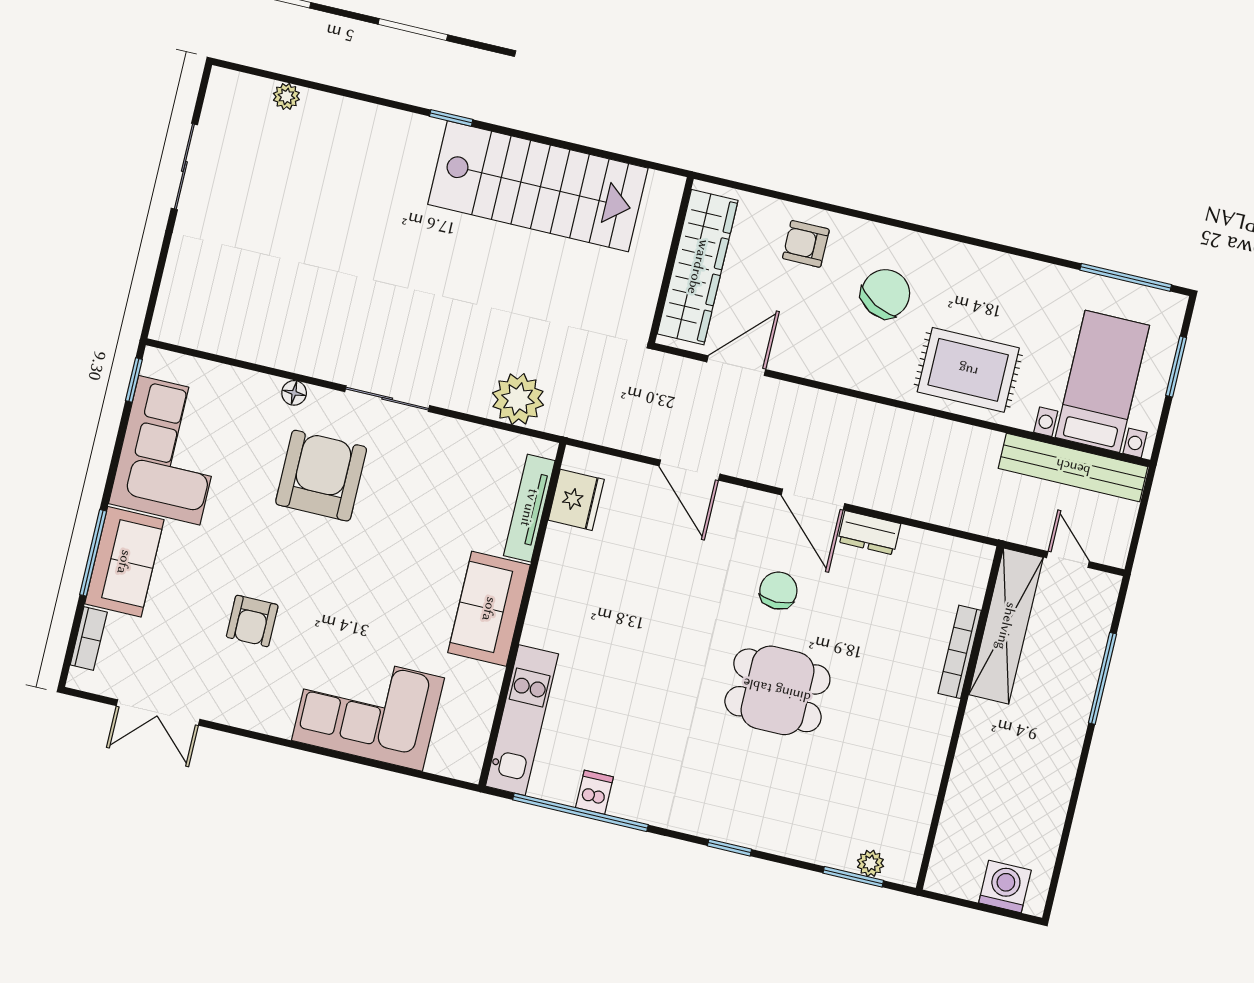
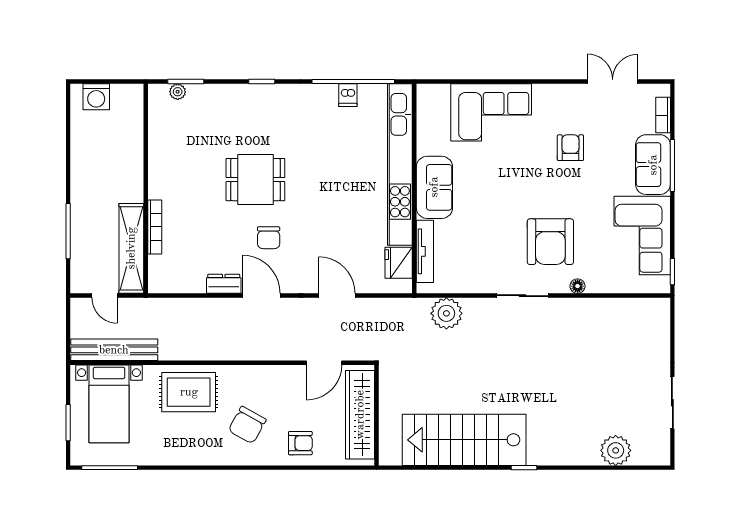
plant: (286, 96) -> (616, 450), width x1.87, depth x1.87
kitchen unit: (522, 720) -> (400, 165), width x1.86

